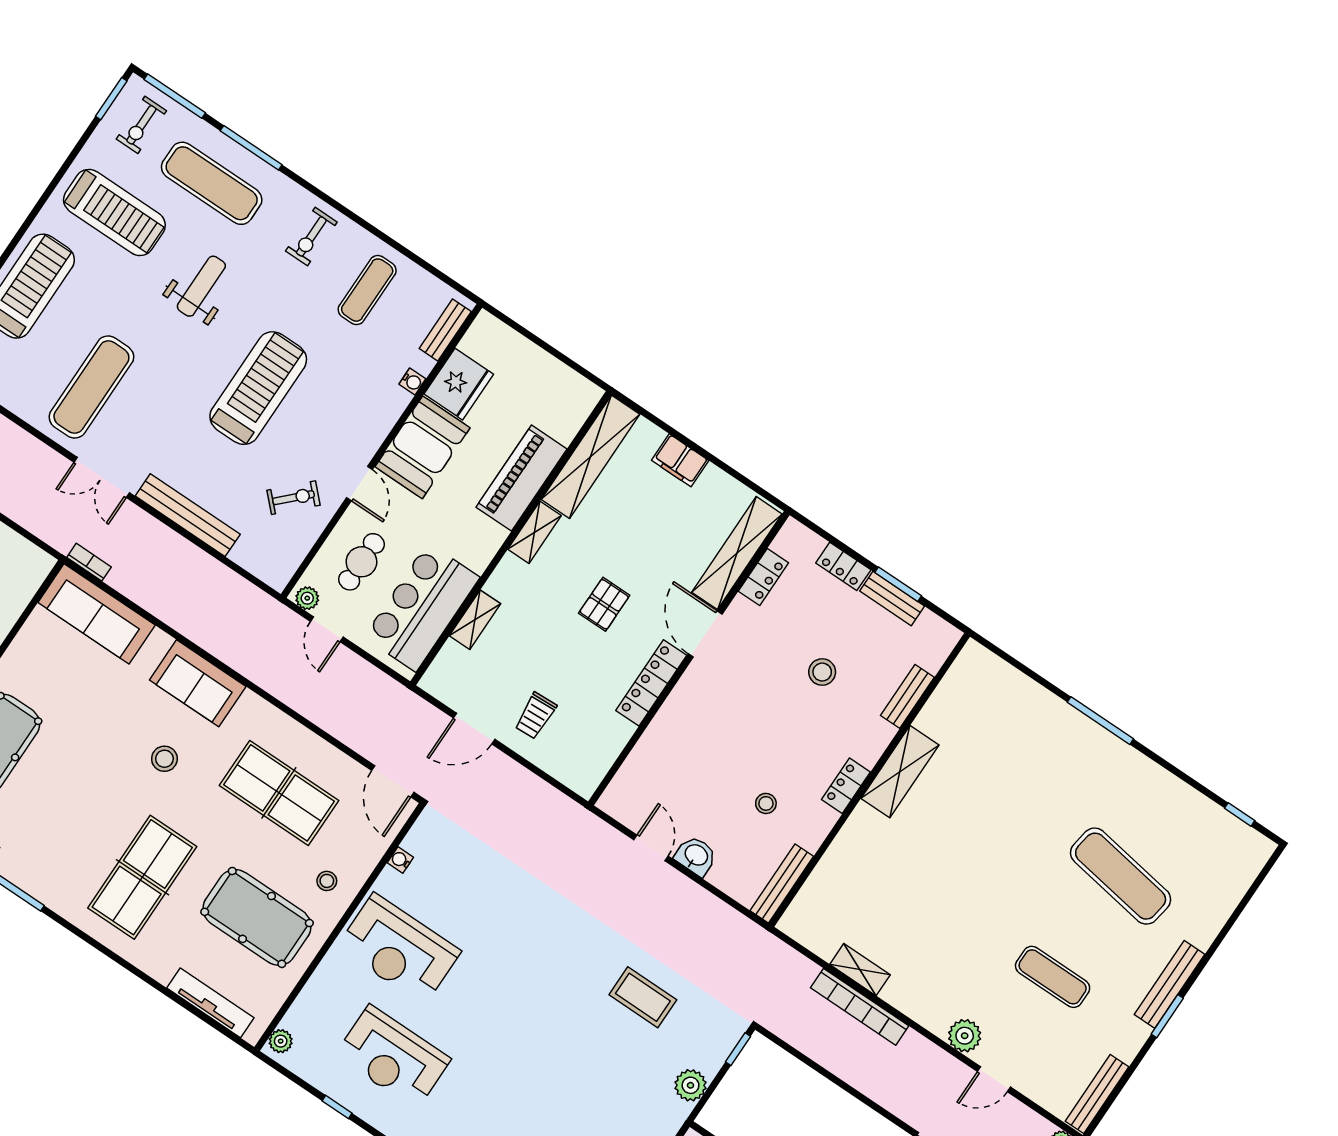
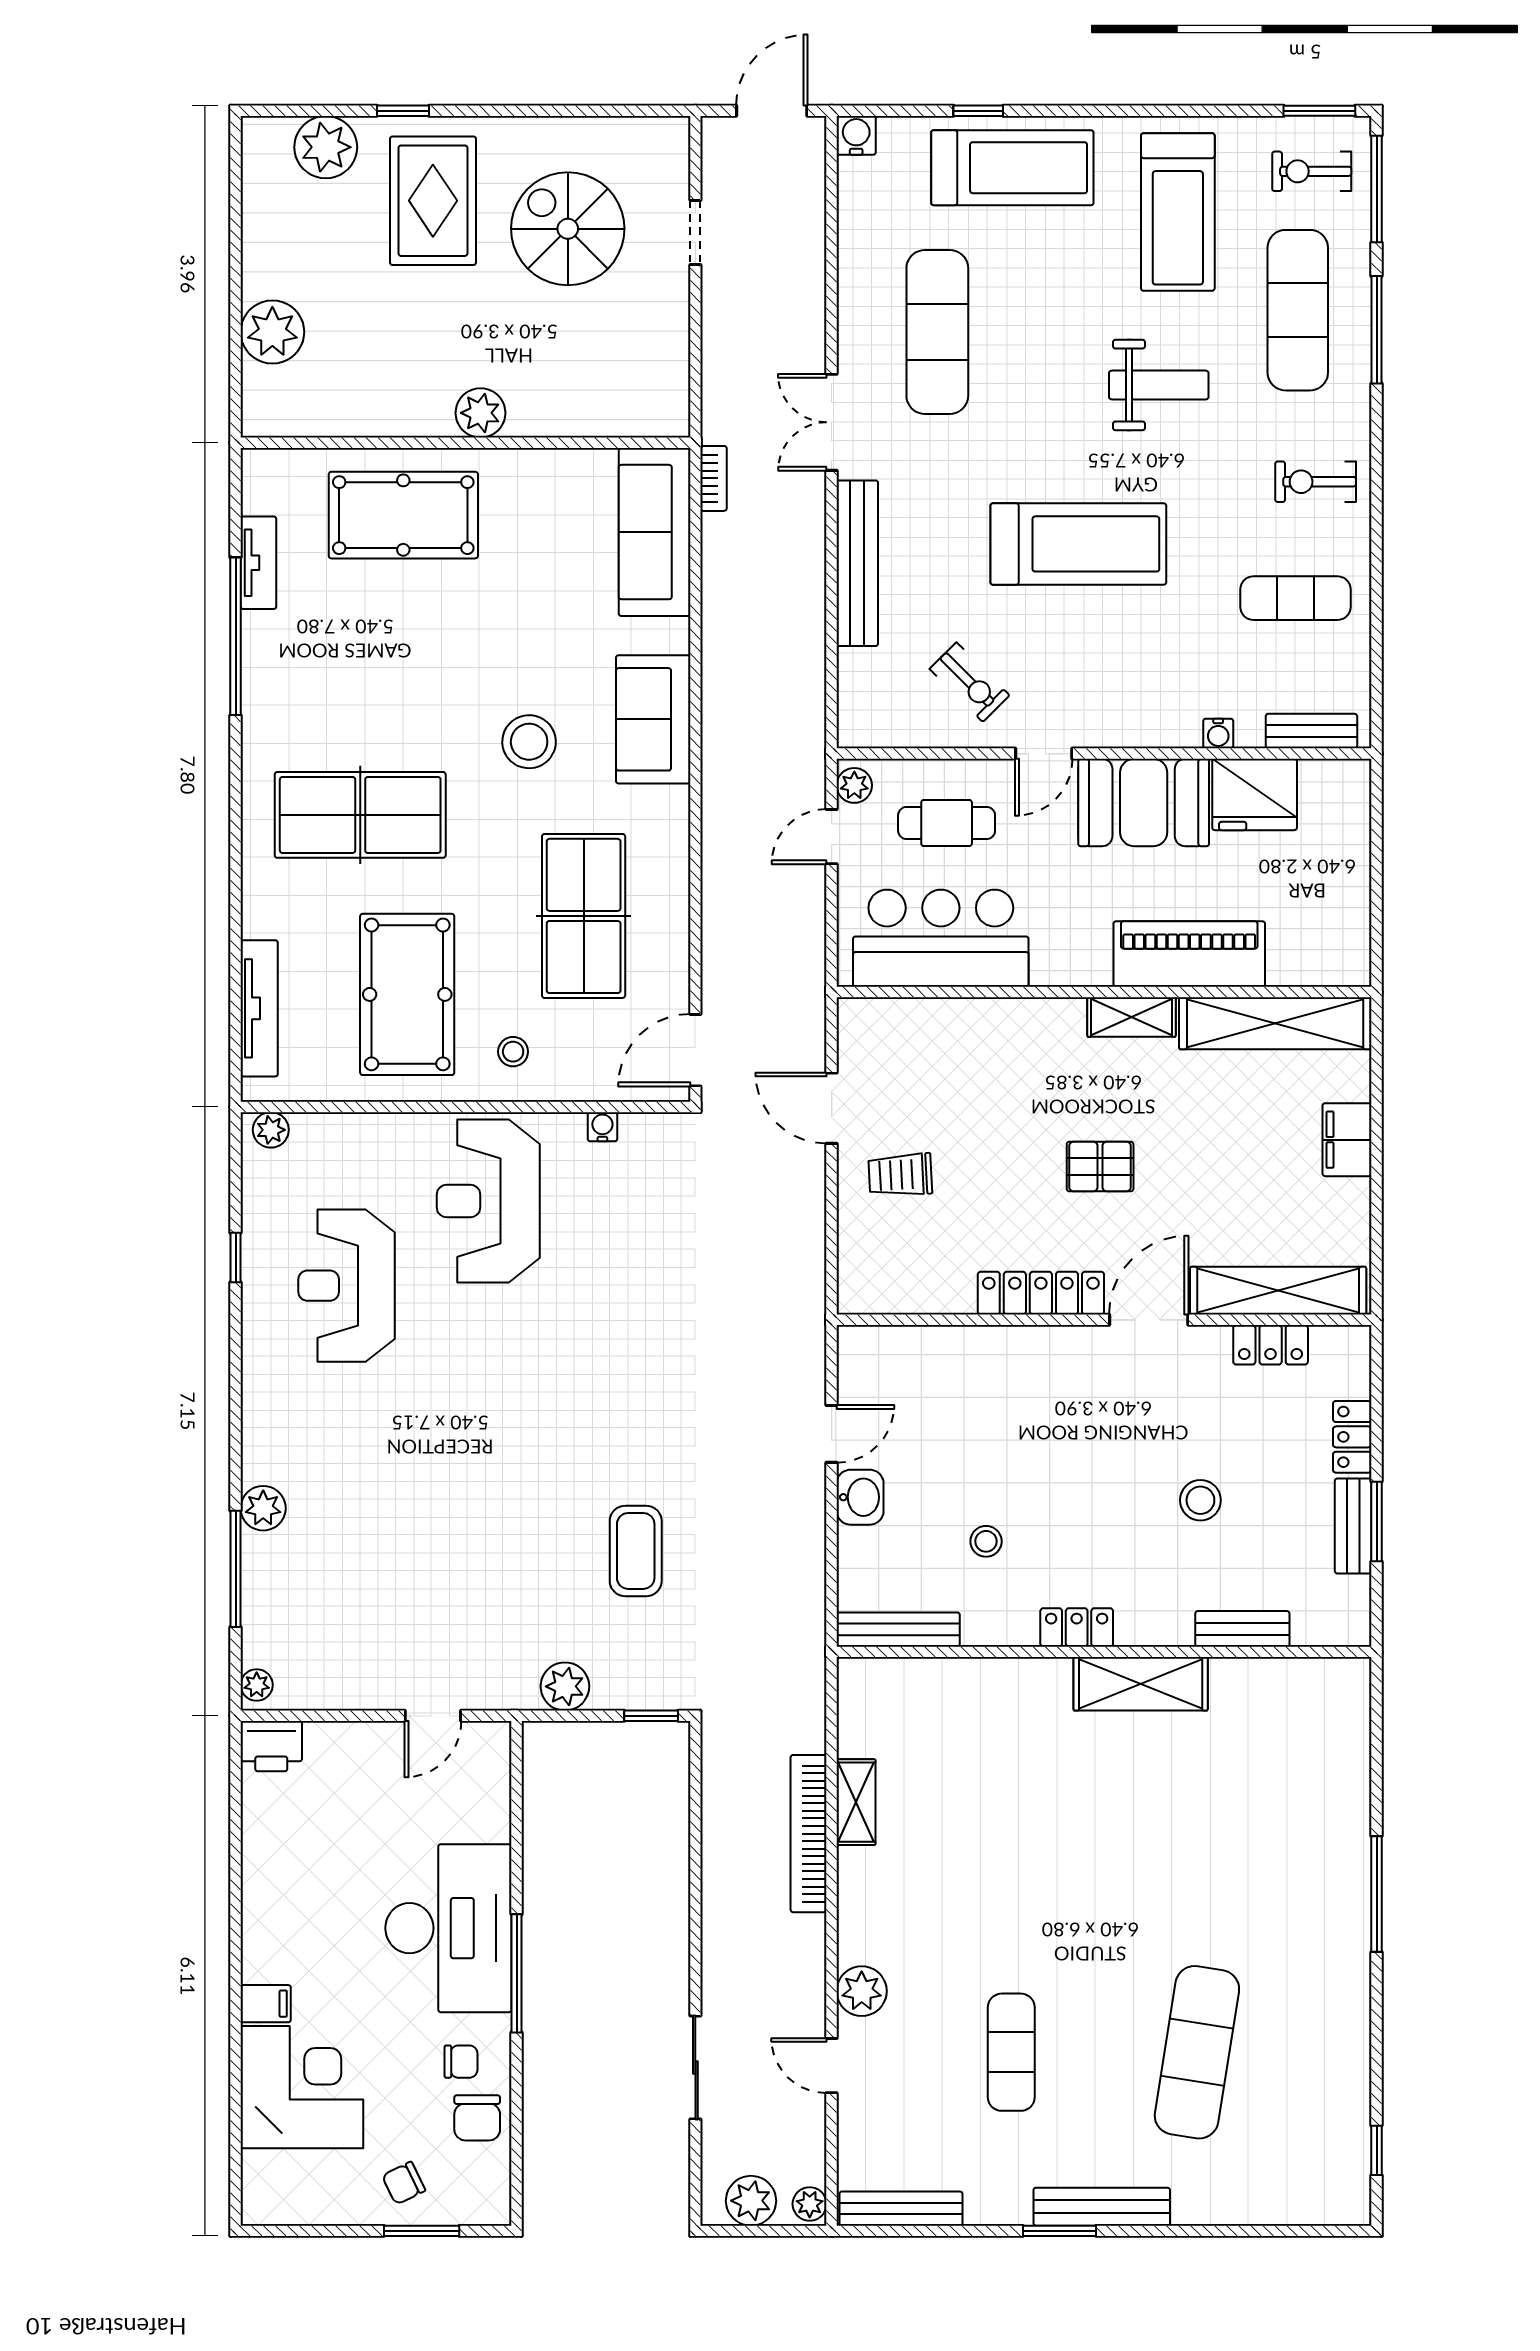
exercise mat: (91, 387) -> (937, 332), turned 90
shelving: (475, 620) -> (970, 1016), removed
stool: (164, 759) -> (529, 742), width x1.38, depth x1.38

